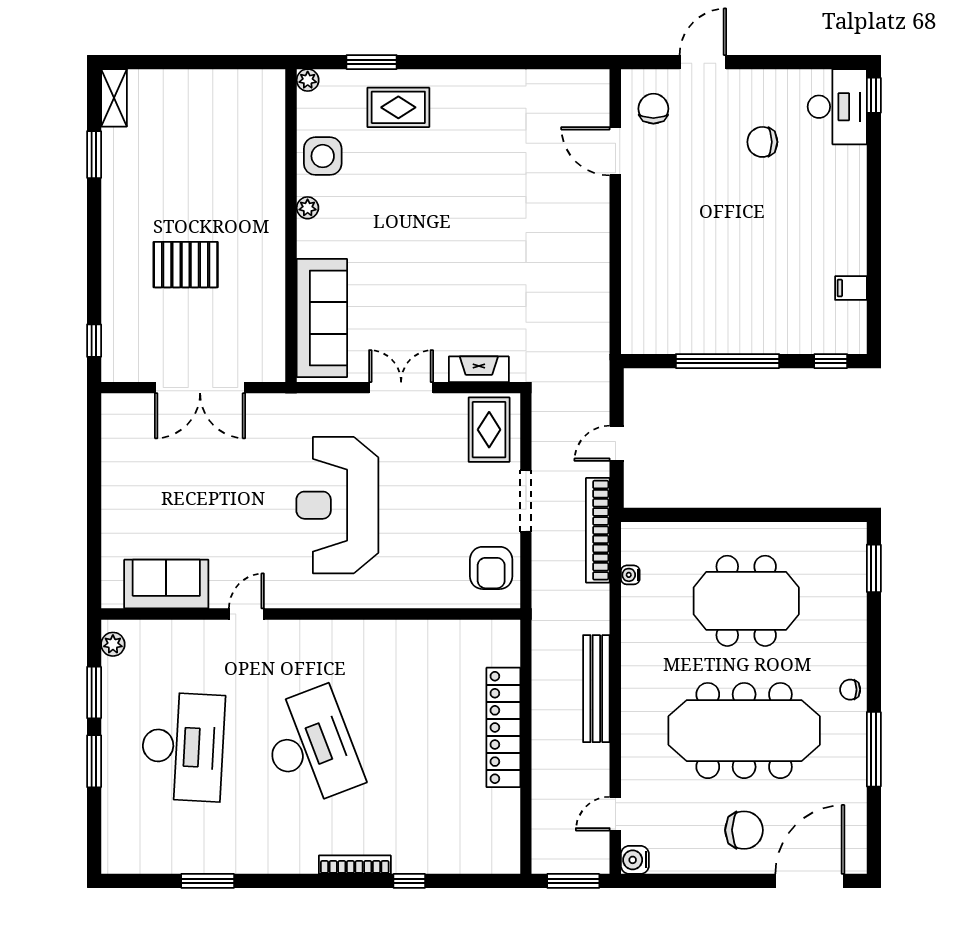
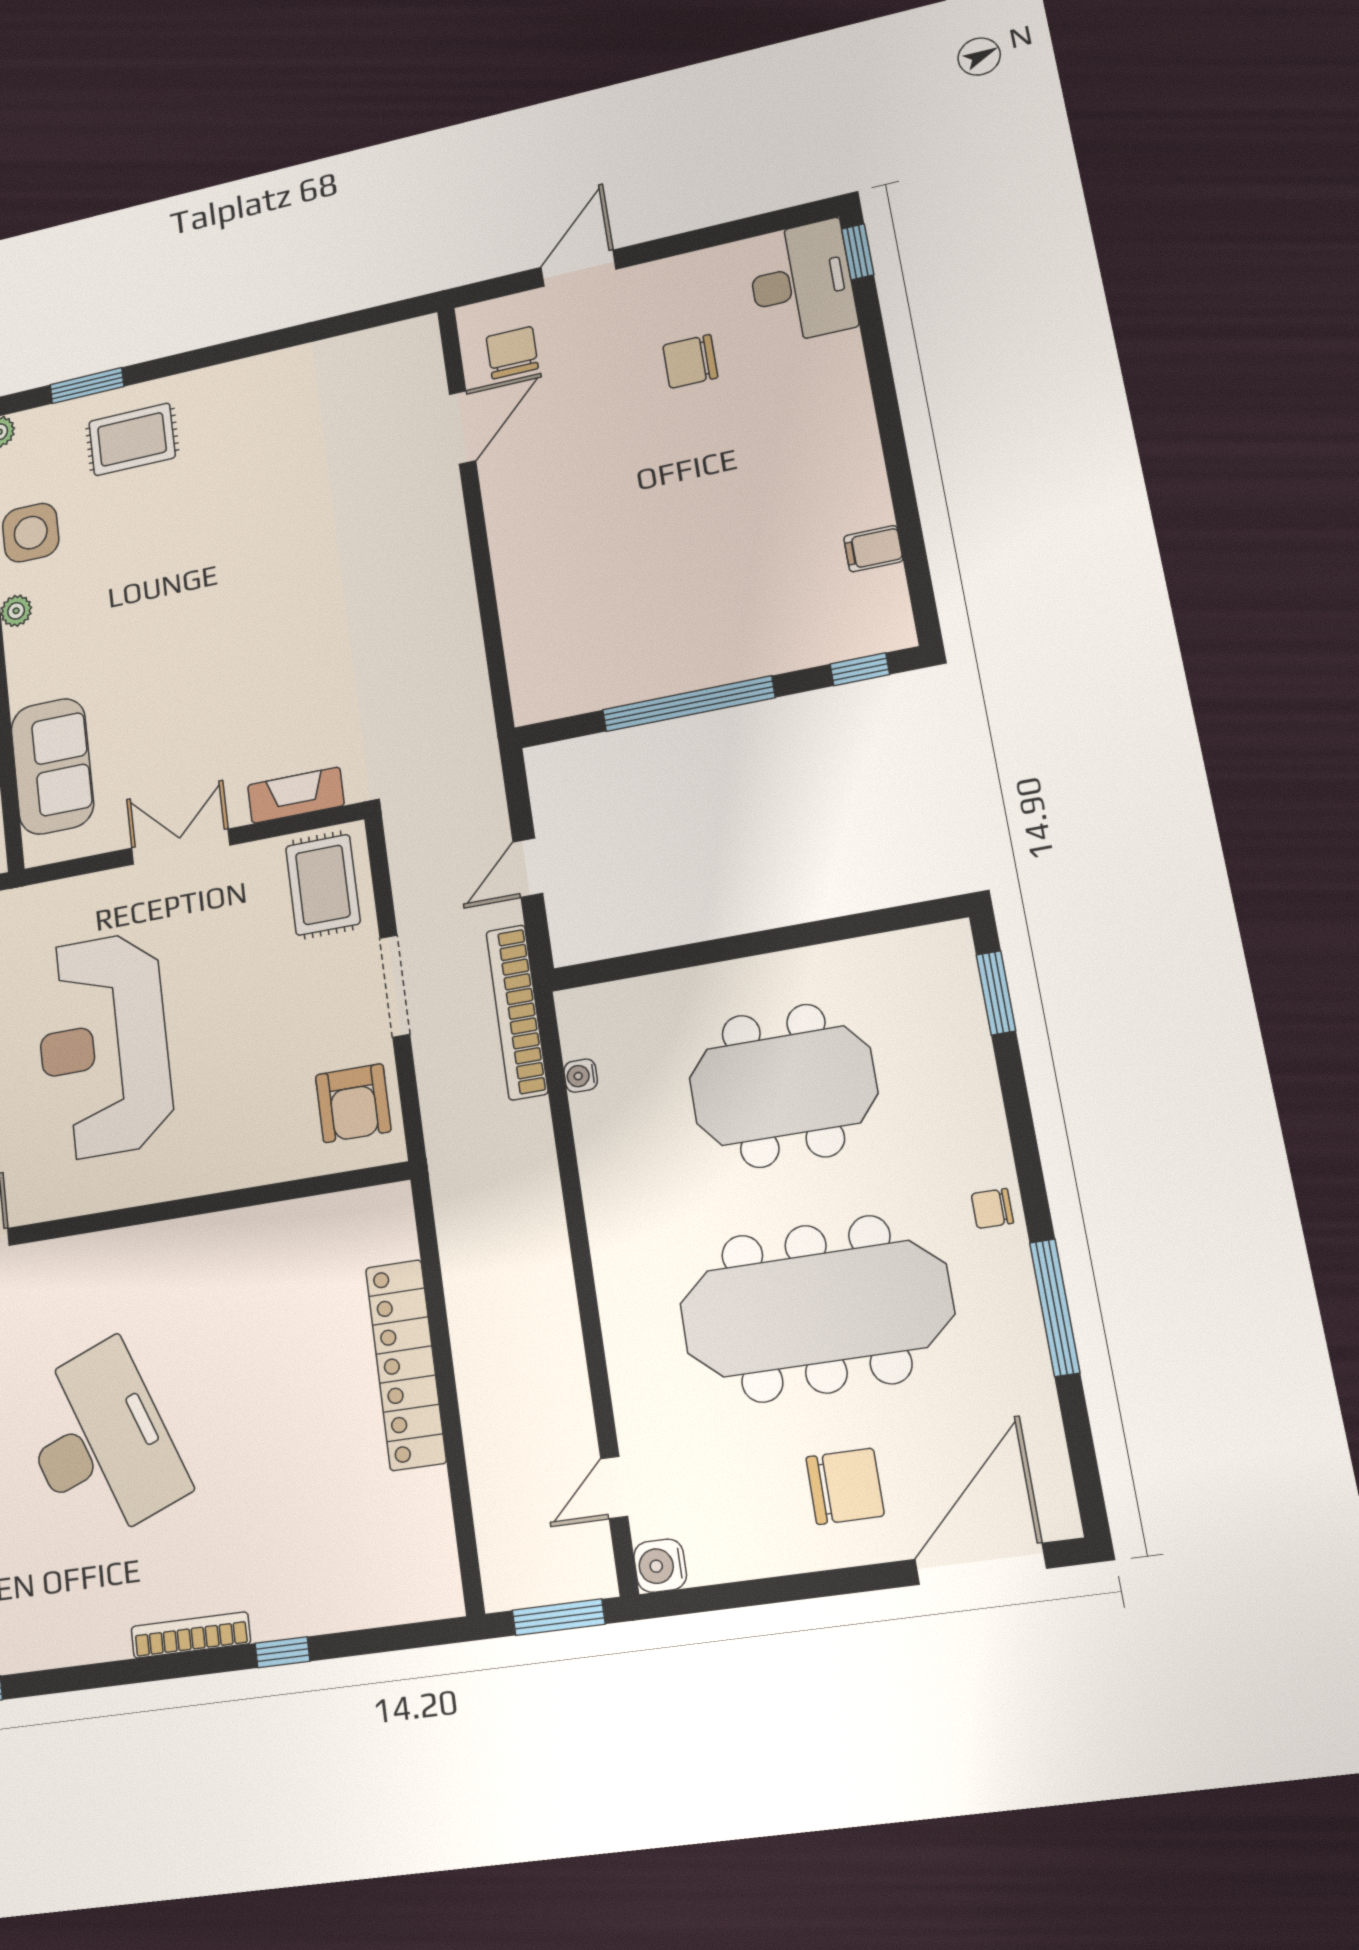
door: (615, 151) -> (463, 427), swing flipped
sofa: (322, 318) -> (52, 766), width x0.73
bench: (596, 689) -> (551, 1275), removed

